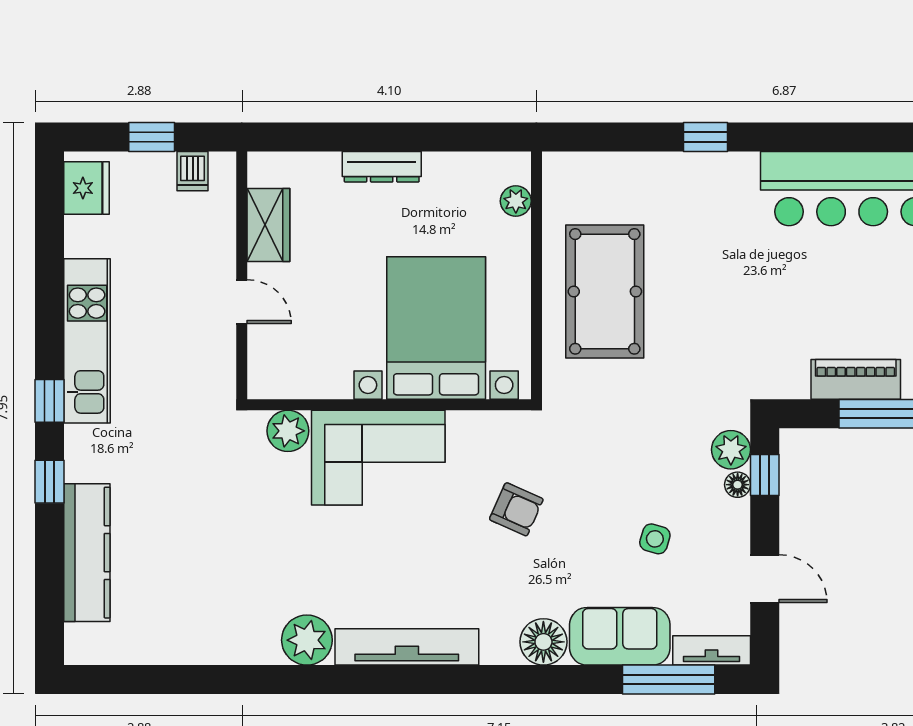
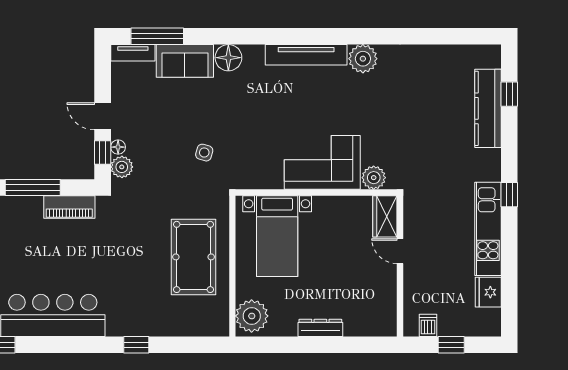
fridge: (87, 188) -> (488, 292), moved
plant: (516, 201) -> (252, 316), width x1.87, depth x1.87
wardrobe: (268, 225) -> (385, 216), moved
bed with nightstands: (436, 328) -> (277, 236), width x0.73
piano: (856, 379) -> (69, 207), moved
window: (49, 482) -> (509, 94), moved
armchair: (516, 509) -> (244, 133), removed
side table: (655, 539) -> (204, 153), moved
door: (765, 579) -> (103, 116), moved

